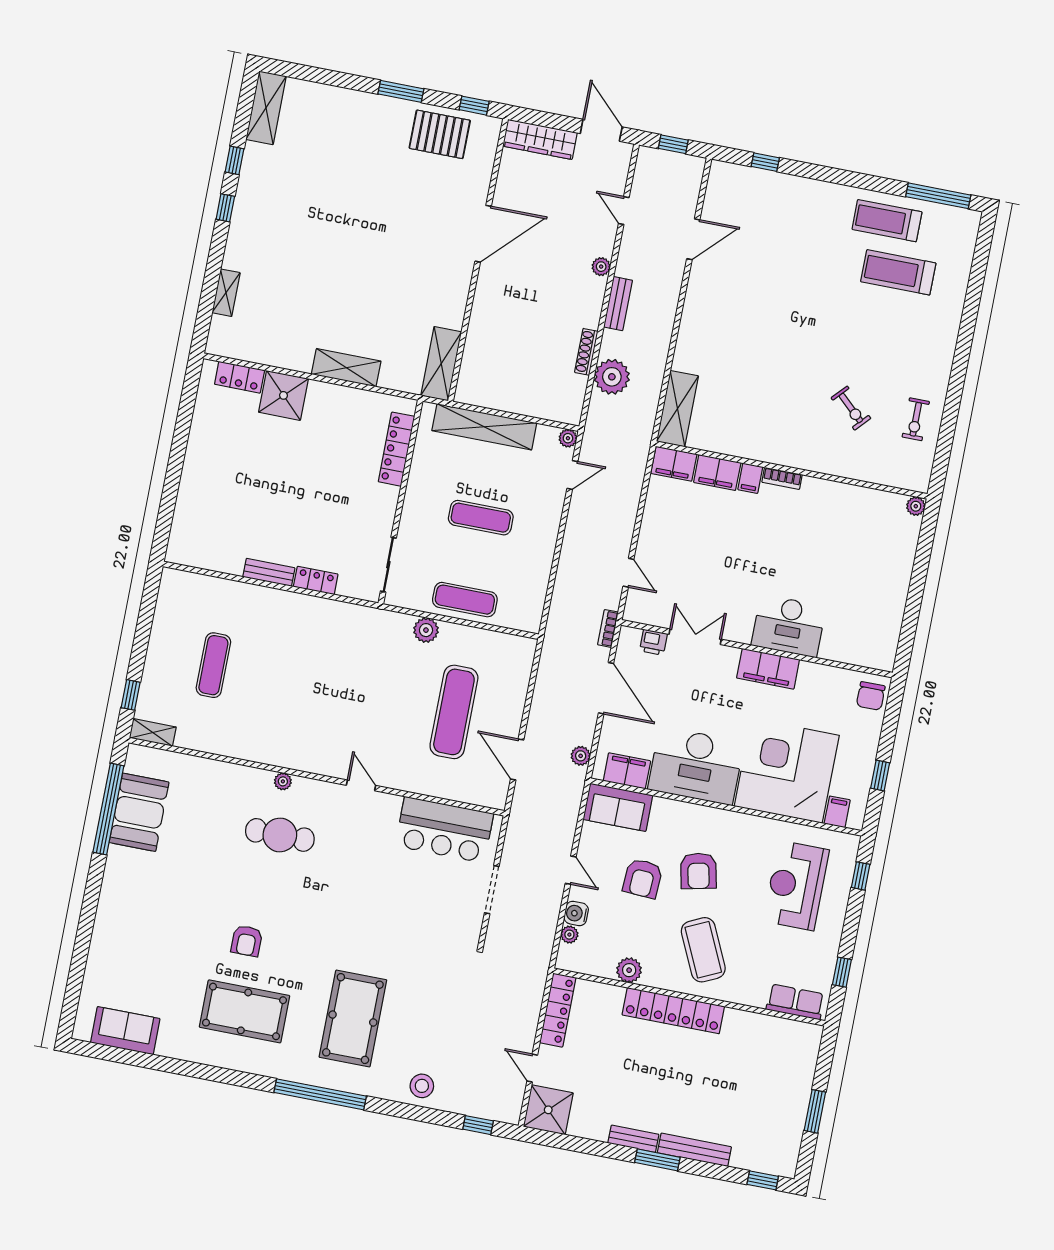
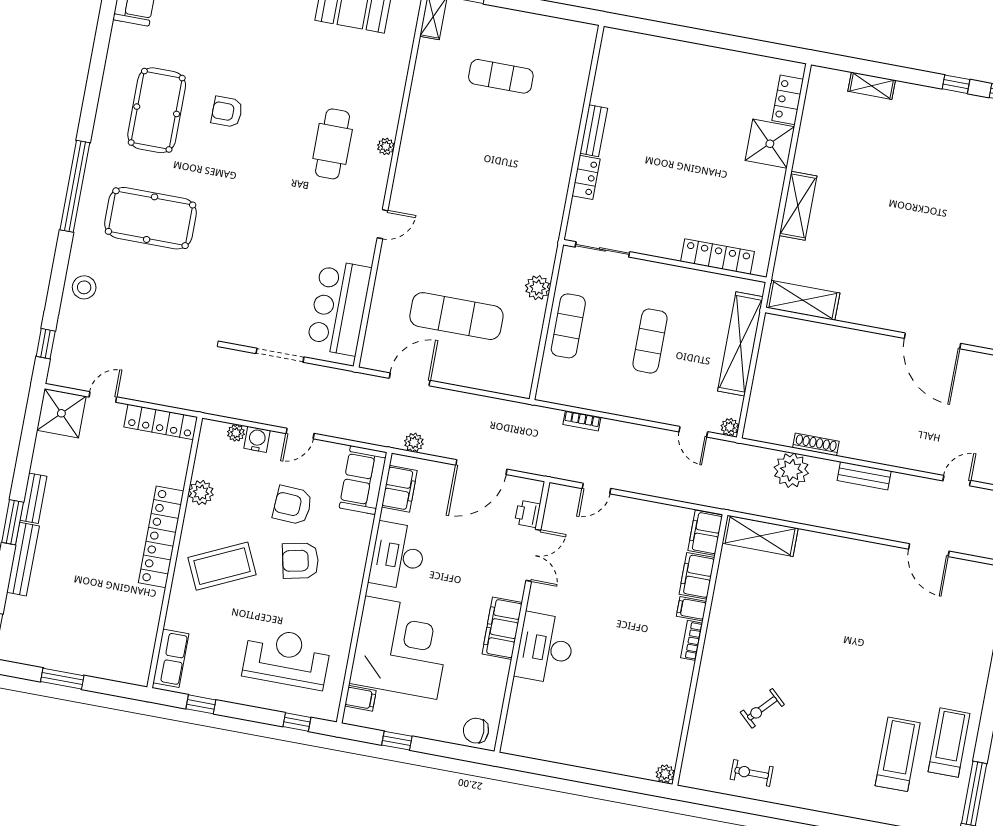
plant: (601, 267) -> (901, 459), removed
bookcase: (608, 628) -> (582, 421), moved, turned 180
desk: (696, 766) -> (398, 556), width x0.73, depth x0.77

